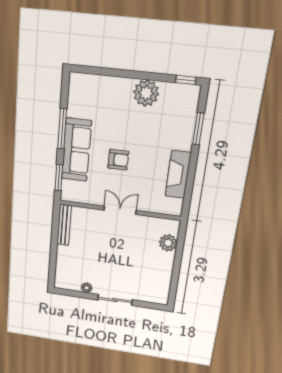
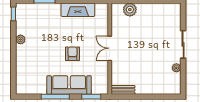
plant: (146, 93) -> (20, 39), width x0.53, depth x0.53
bench: (64, 225) -> (123, 90), width x0.73

